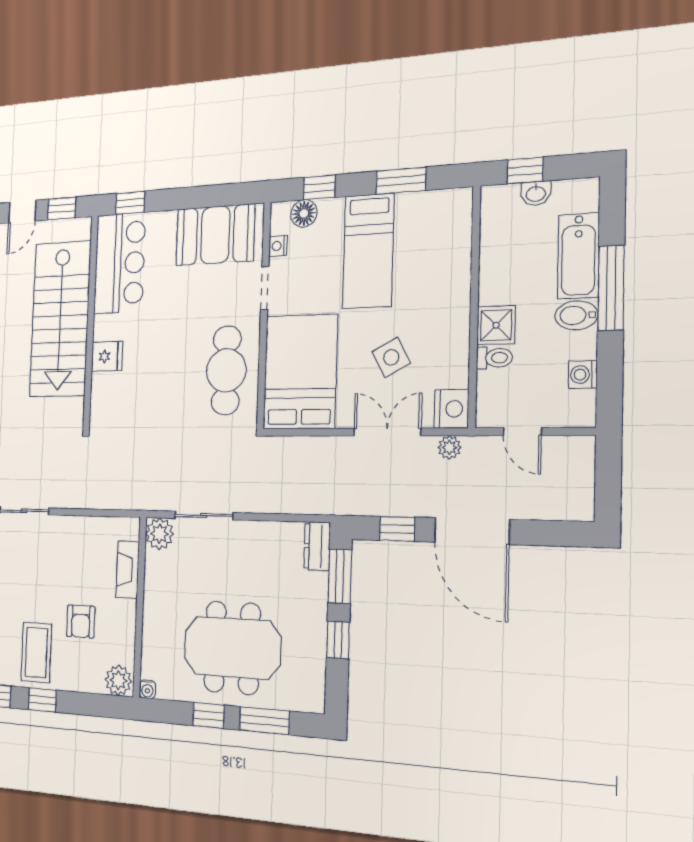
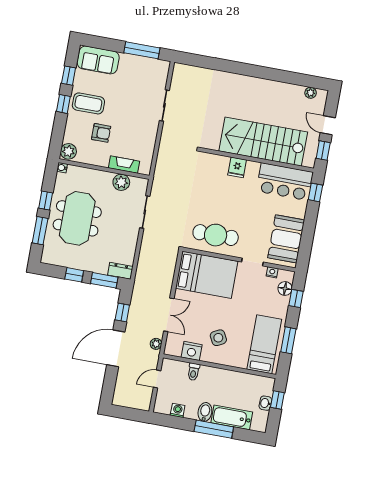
bed: (368, 251) -> (264, 344), moved, turned 90
shower: (496, 325) -> (208, 375), removed
side table: (391, 357) -> (218, 338), moved
nightstand: (451, 409) -> (192, 351), moved
plant: (160, 534) -> (121, 182), moved
armchair: (81, 621) -> (101, 133), turned 180

